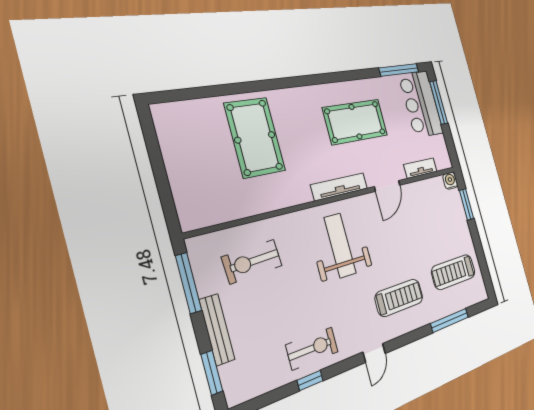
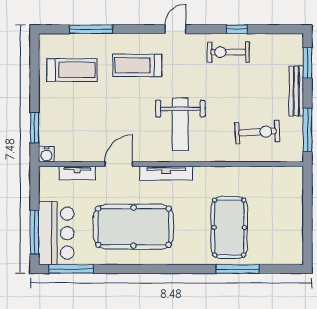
window: (232, 89) -> (238, 269), added
pool table: (355, 122) -> (133, 227), width x1.36, depth x1.32

